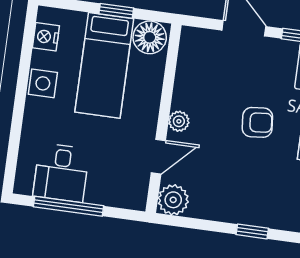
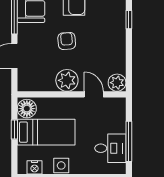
plant: (179, 121) -> (67, 80), width x1.87, depth x1.87
window: (252, 231) -> (129, 20), moved

